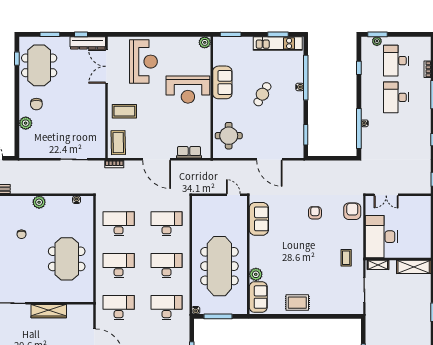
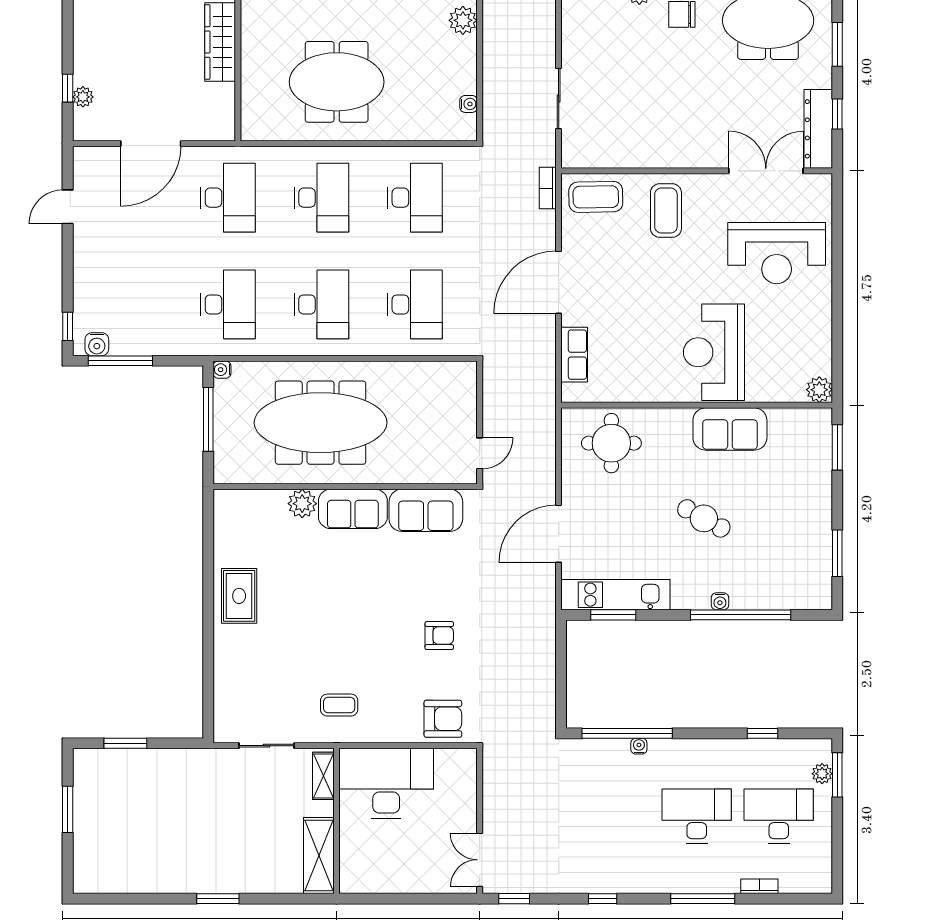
kitchen unit: (278, 43) -> (615, 595), moved, turned 90
double door: (386, 195) -> (480, 860), moved
sofa: (258, 297) -> (353, 509), moved

